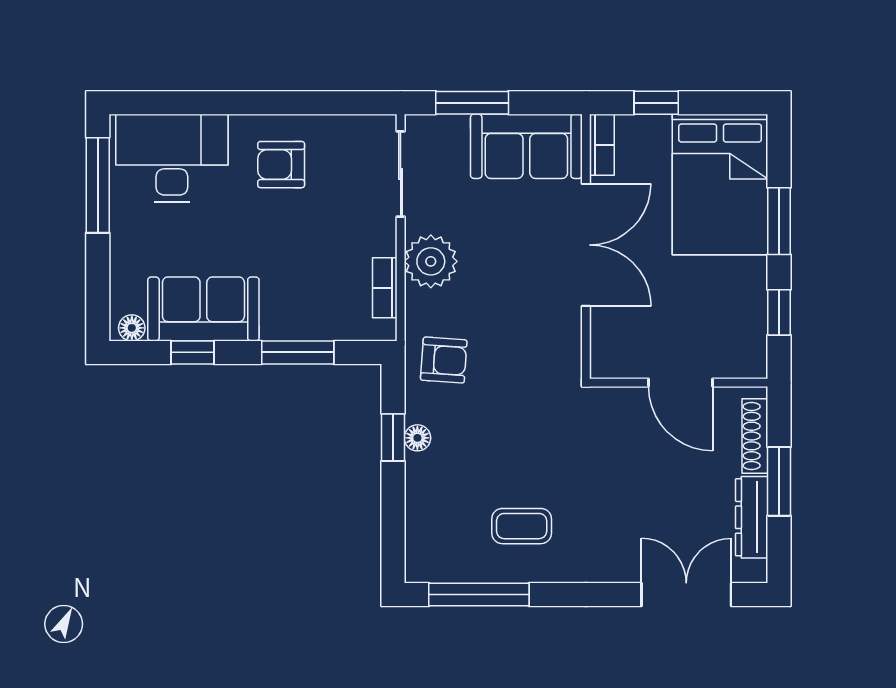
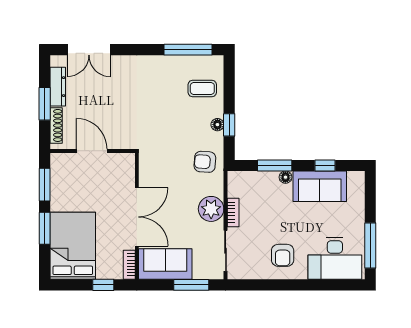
armchair: (281, 165) -> (283, 255), turned 90
double door: (586, 245) -> (137, 217), swing flipped
bookcase: (385, 288) -> (233, 212), moved
window: (779, 312) -> (45, 185), width x1.50
floor lamp: (132, 328) -> (285, 177), moved
coffee table: (522, 526) -> (202, 89), moved

